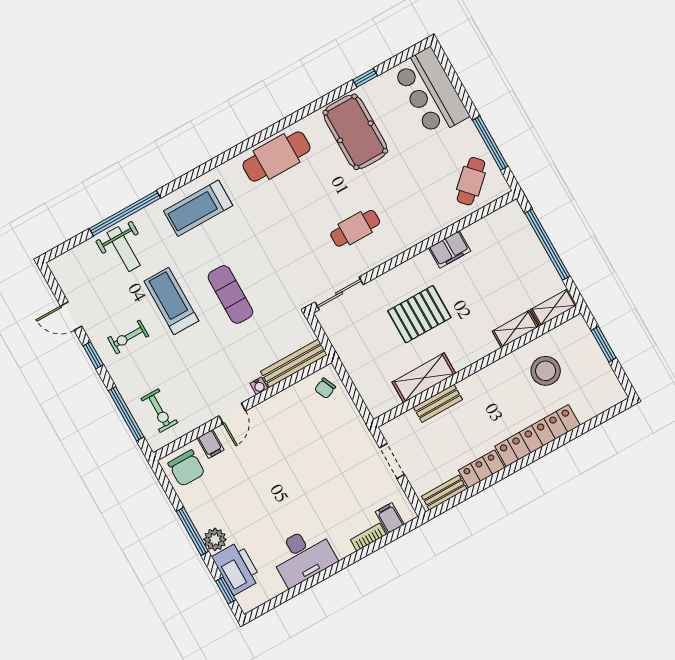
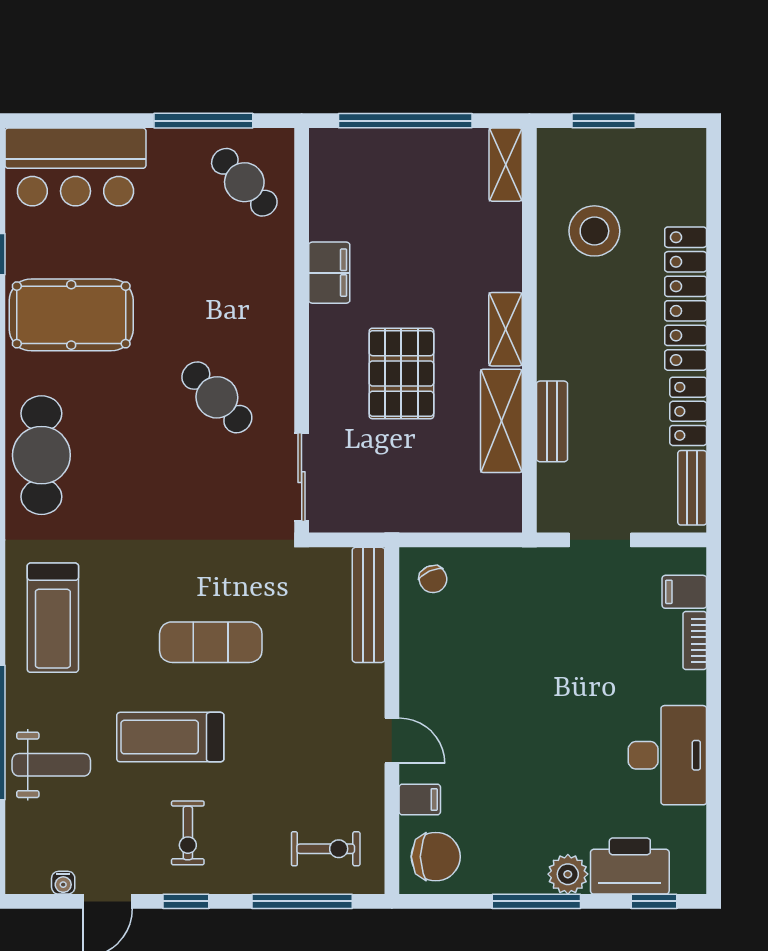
cafe table: (355, 228) -> (217, 397), turned -44
shelving: (515, 329) -> (506, 329), moved
water cooler: (259, 386) -> (63, 883), moved, turned 90

